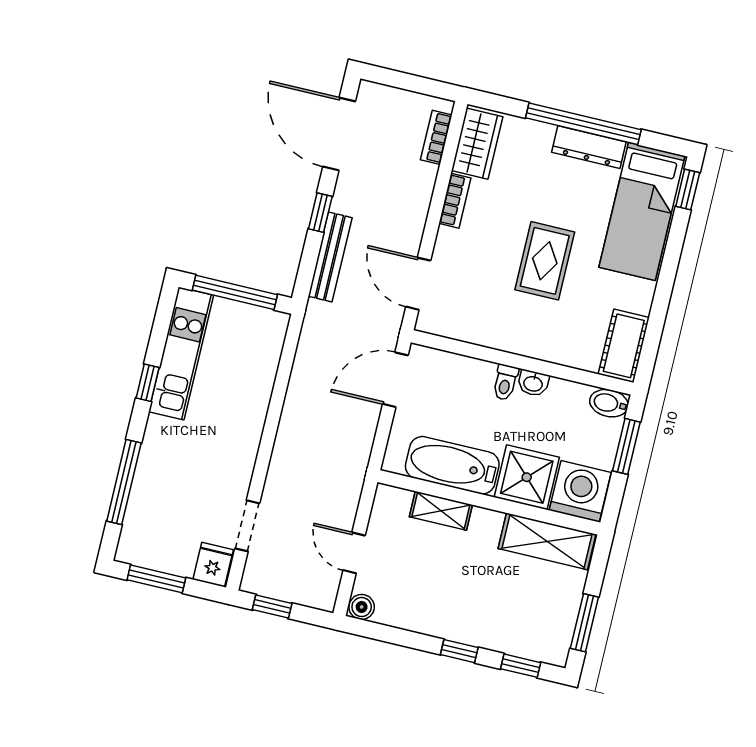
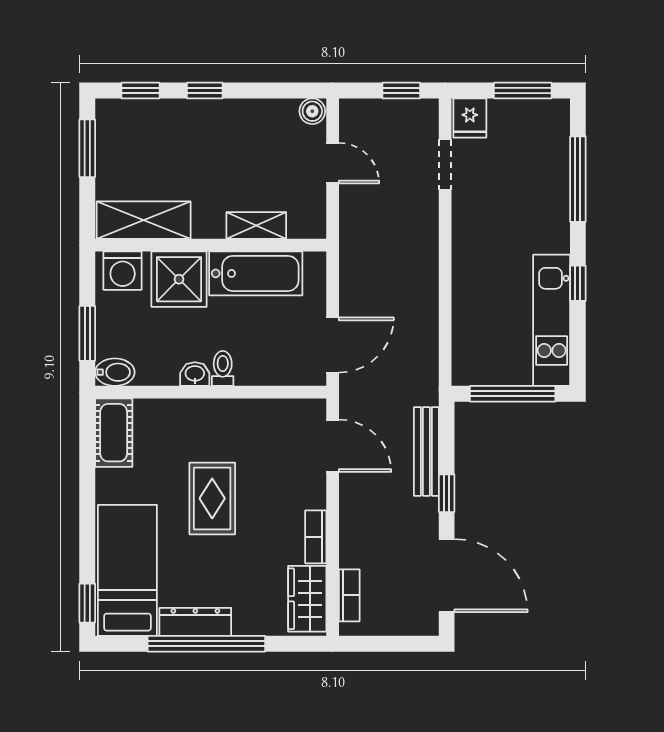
washing machine: (580, 491) -> (123, 271), width x0.73, depth x0.73

